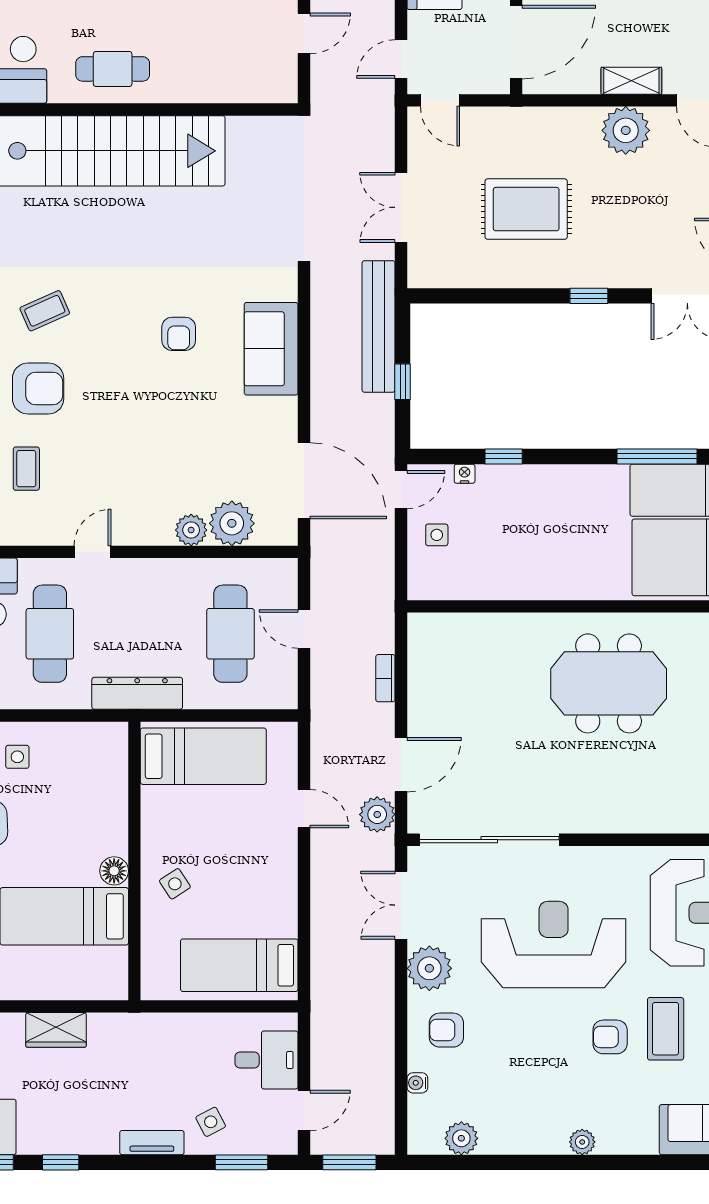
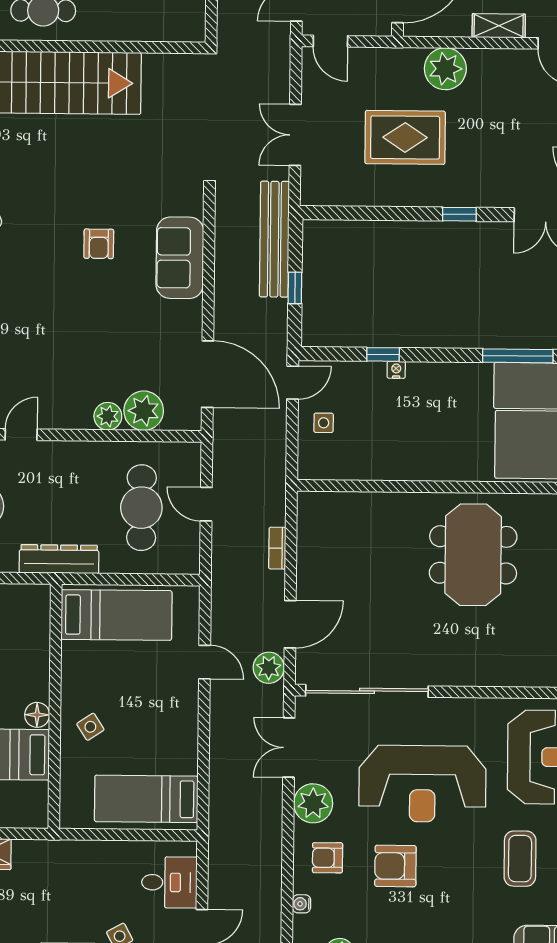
plant: (626, 130) -> (445, 69), moved
nightstand: (465, 474) -> (396, 370), moved
meeting table: (609, 683) -> (473, 555), turned 90
reception desk: (554, 945) -> (422, 784), turned 180
armchair: (610, 1037) -> (395, 866), moved, width x1.38, depth x1.38

